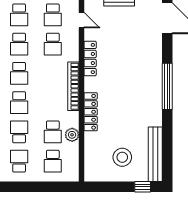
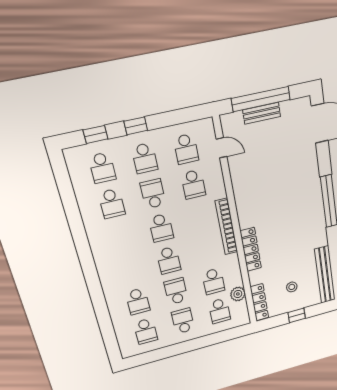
school desk: (19, 44) -> (153, 194), turned 180
locker: (90, 59) -> (259, 302), moved
plant: (72, 135) -> (238, 294), moved
stool: (122, 157) -> (292, 287), width x0.53, depth x0.53
window: (143, 187) -> (297, 315), moved

